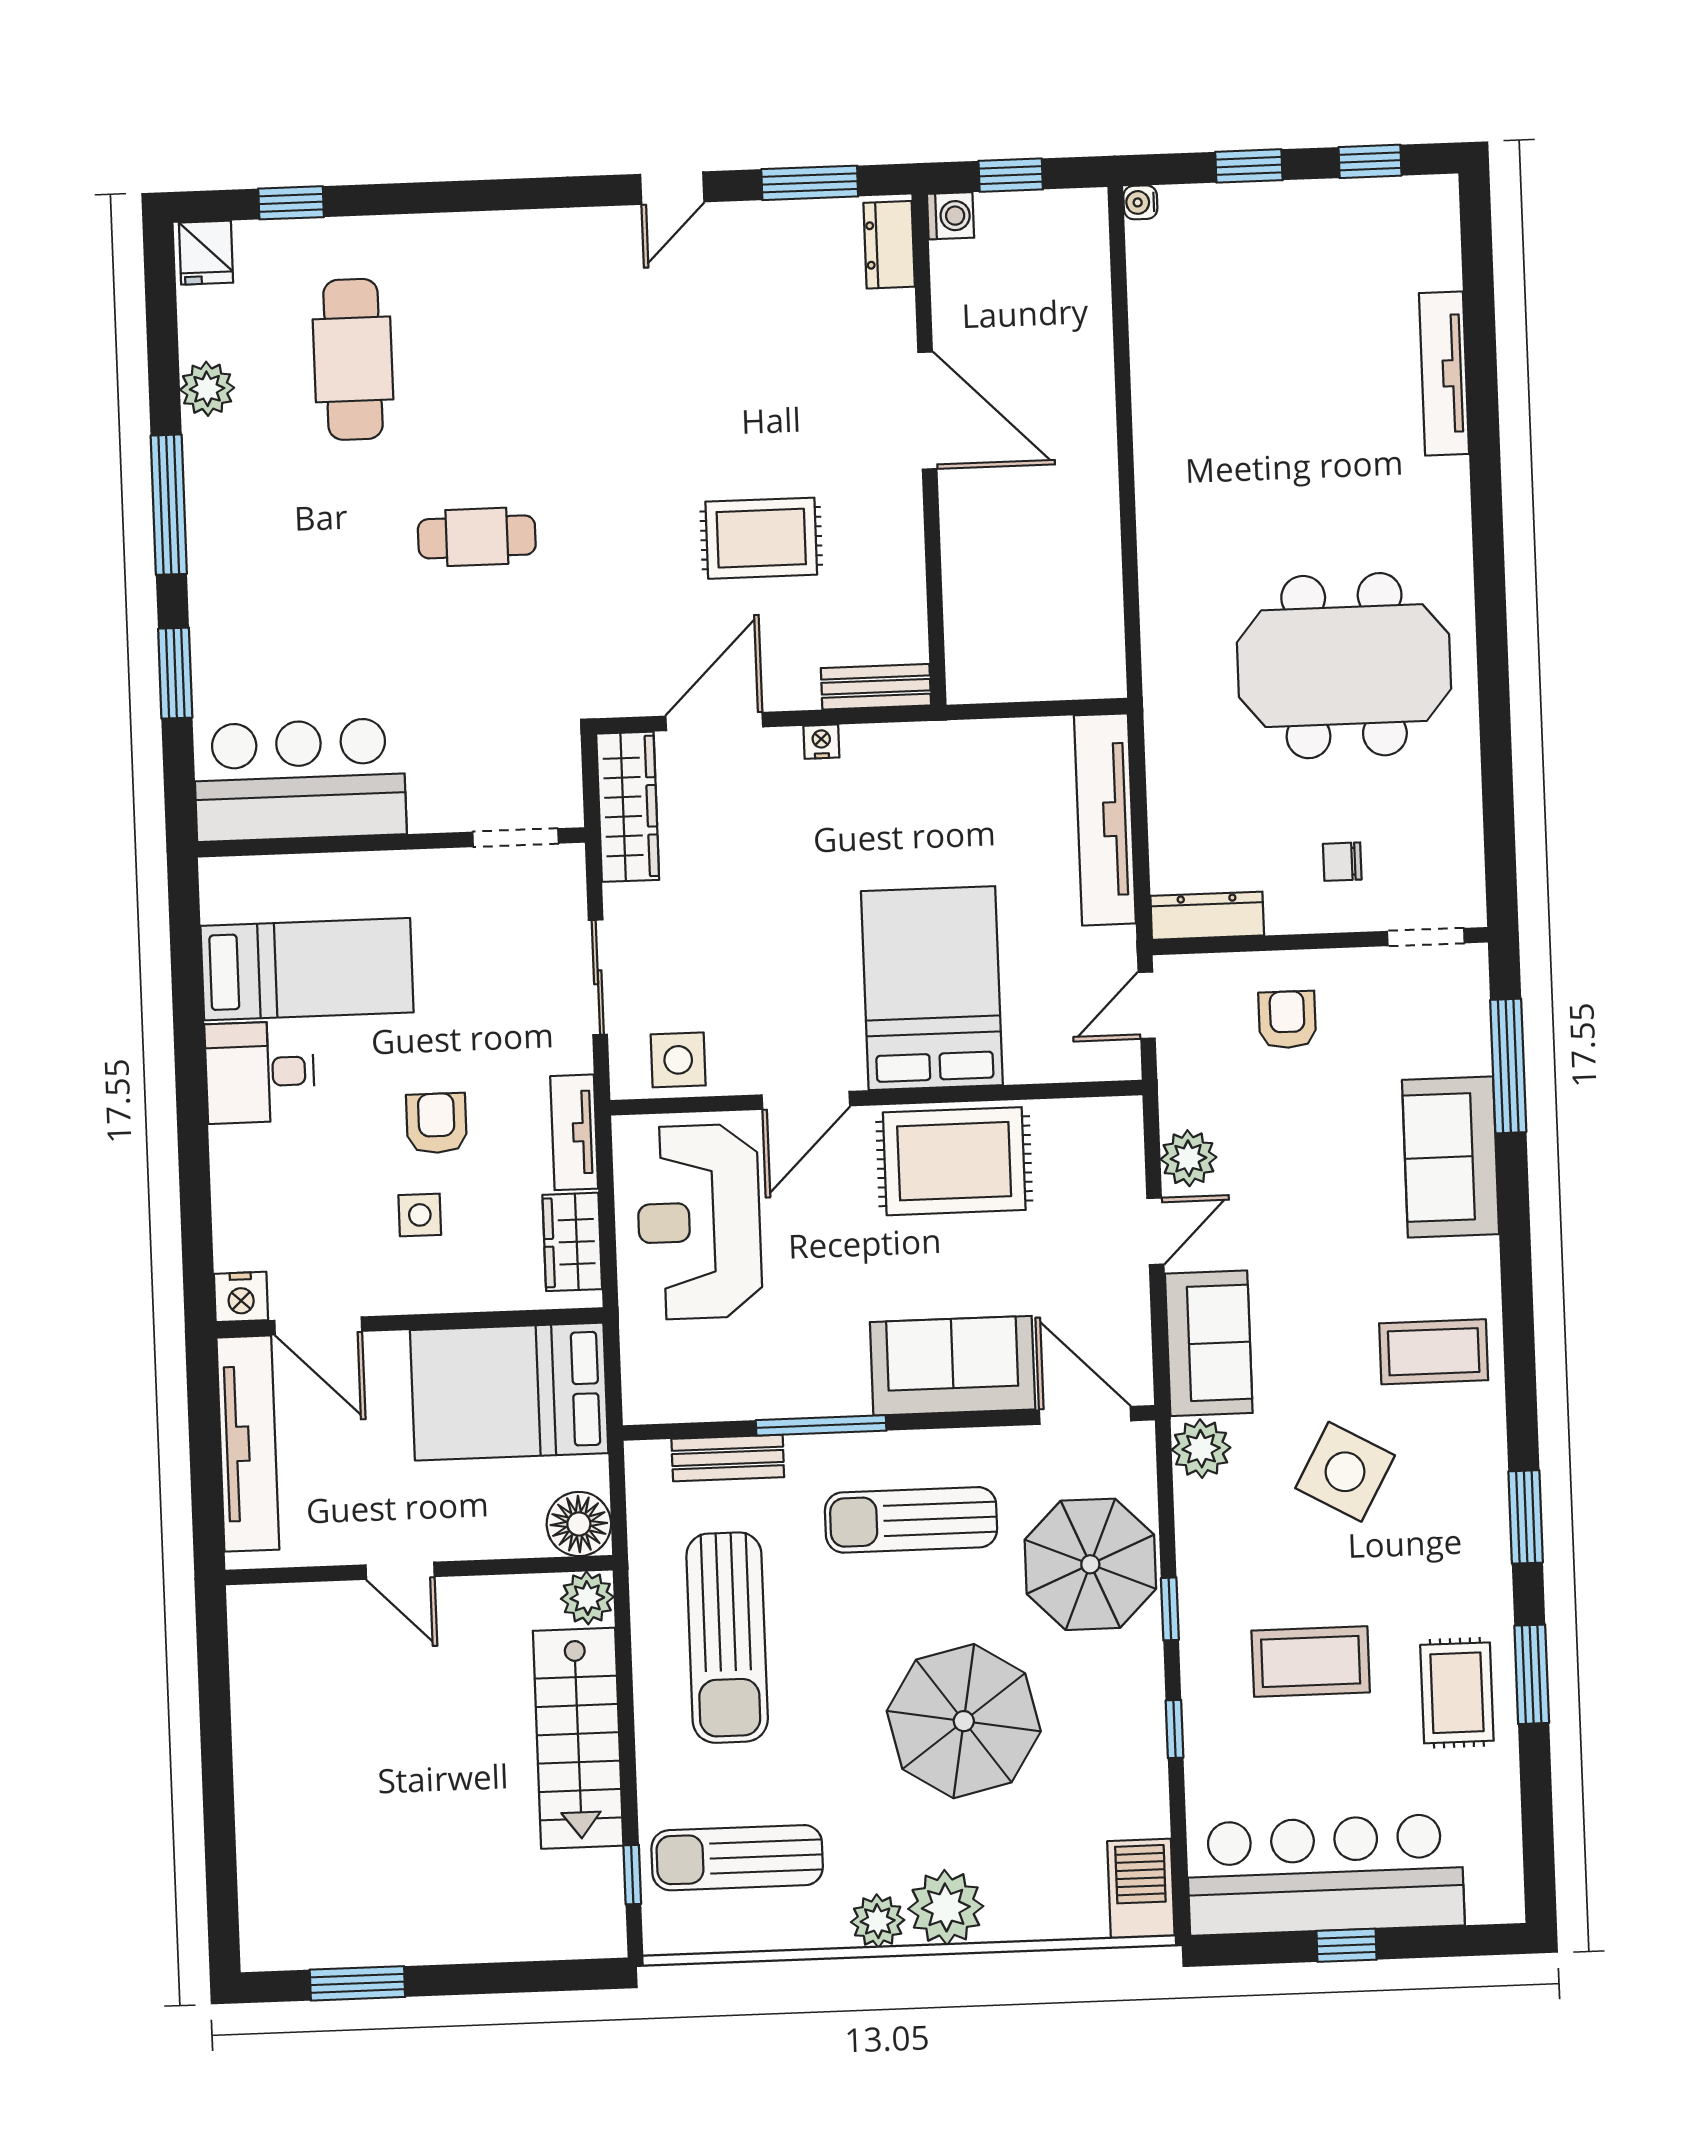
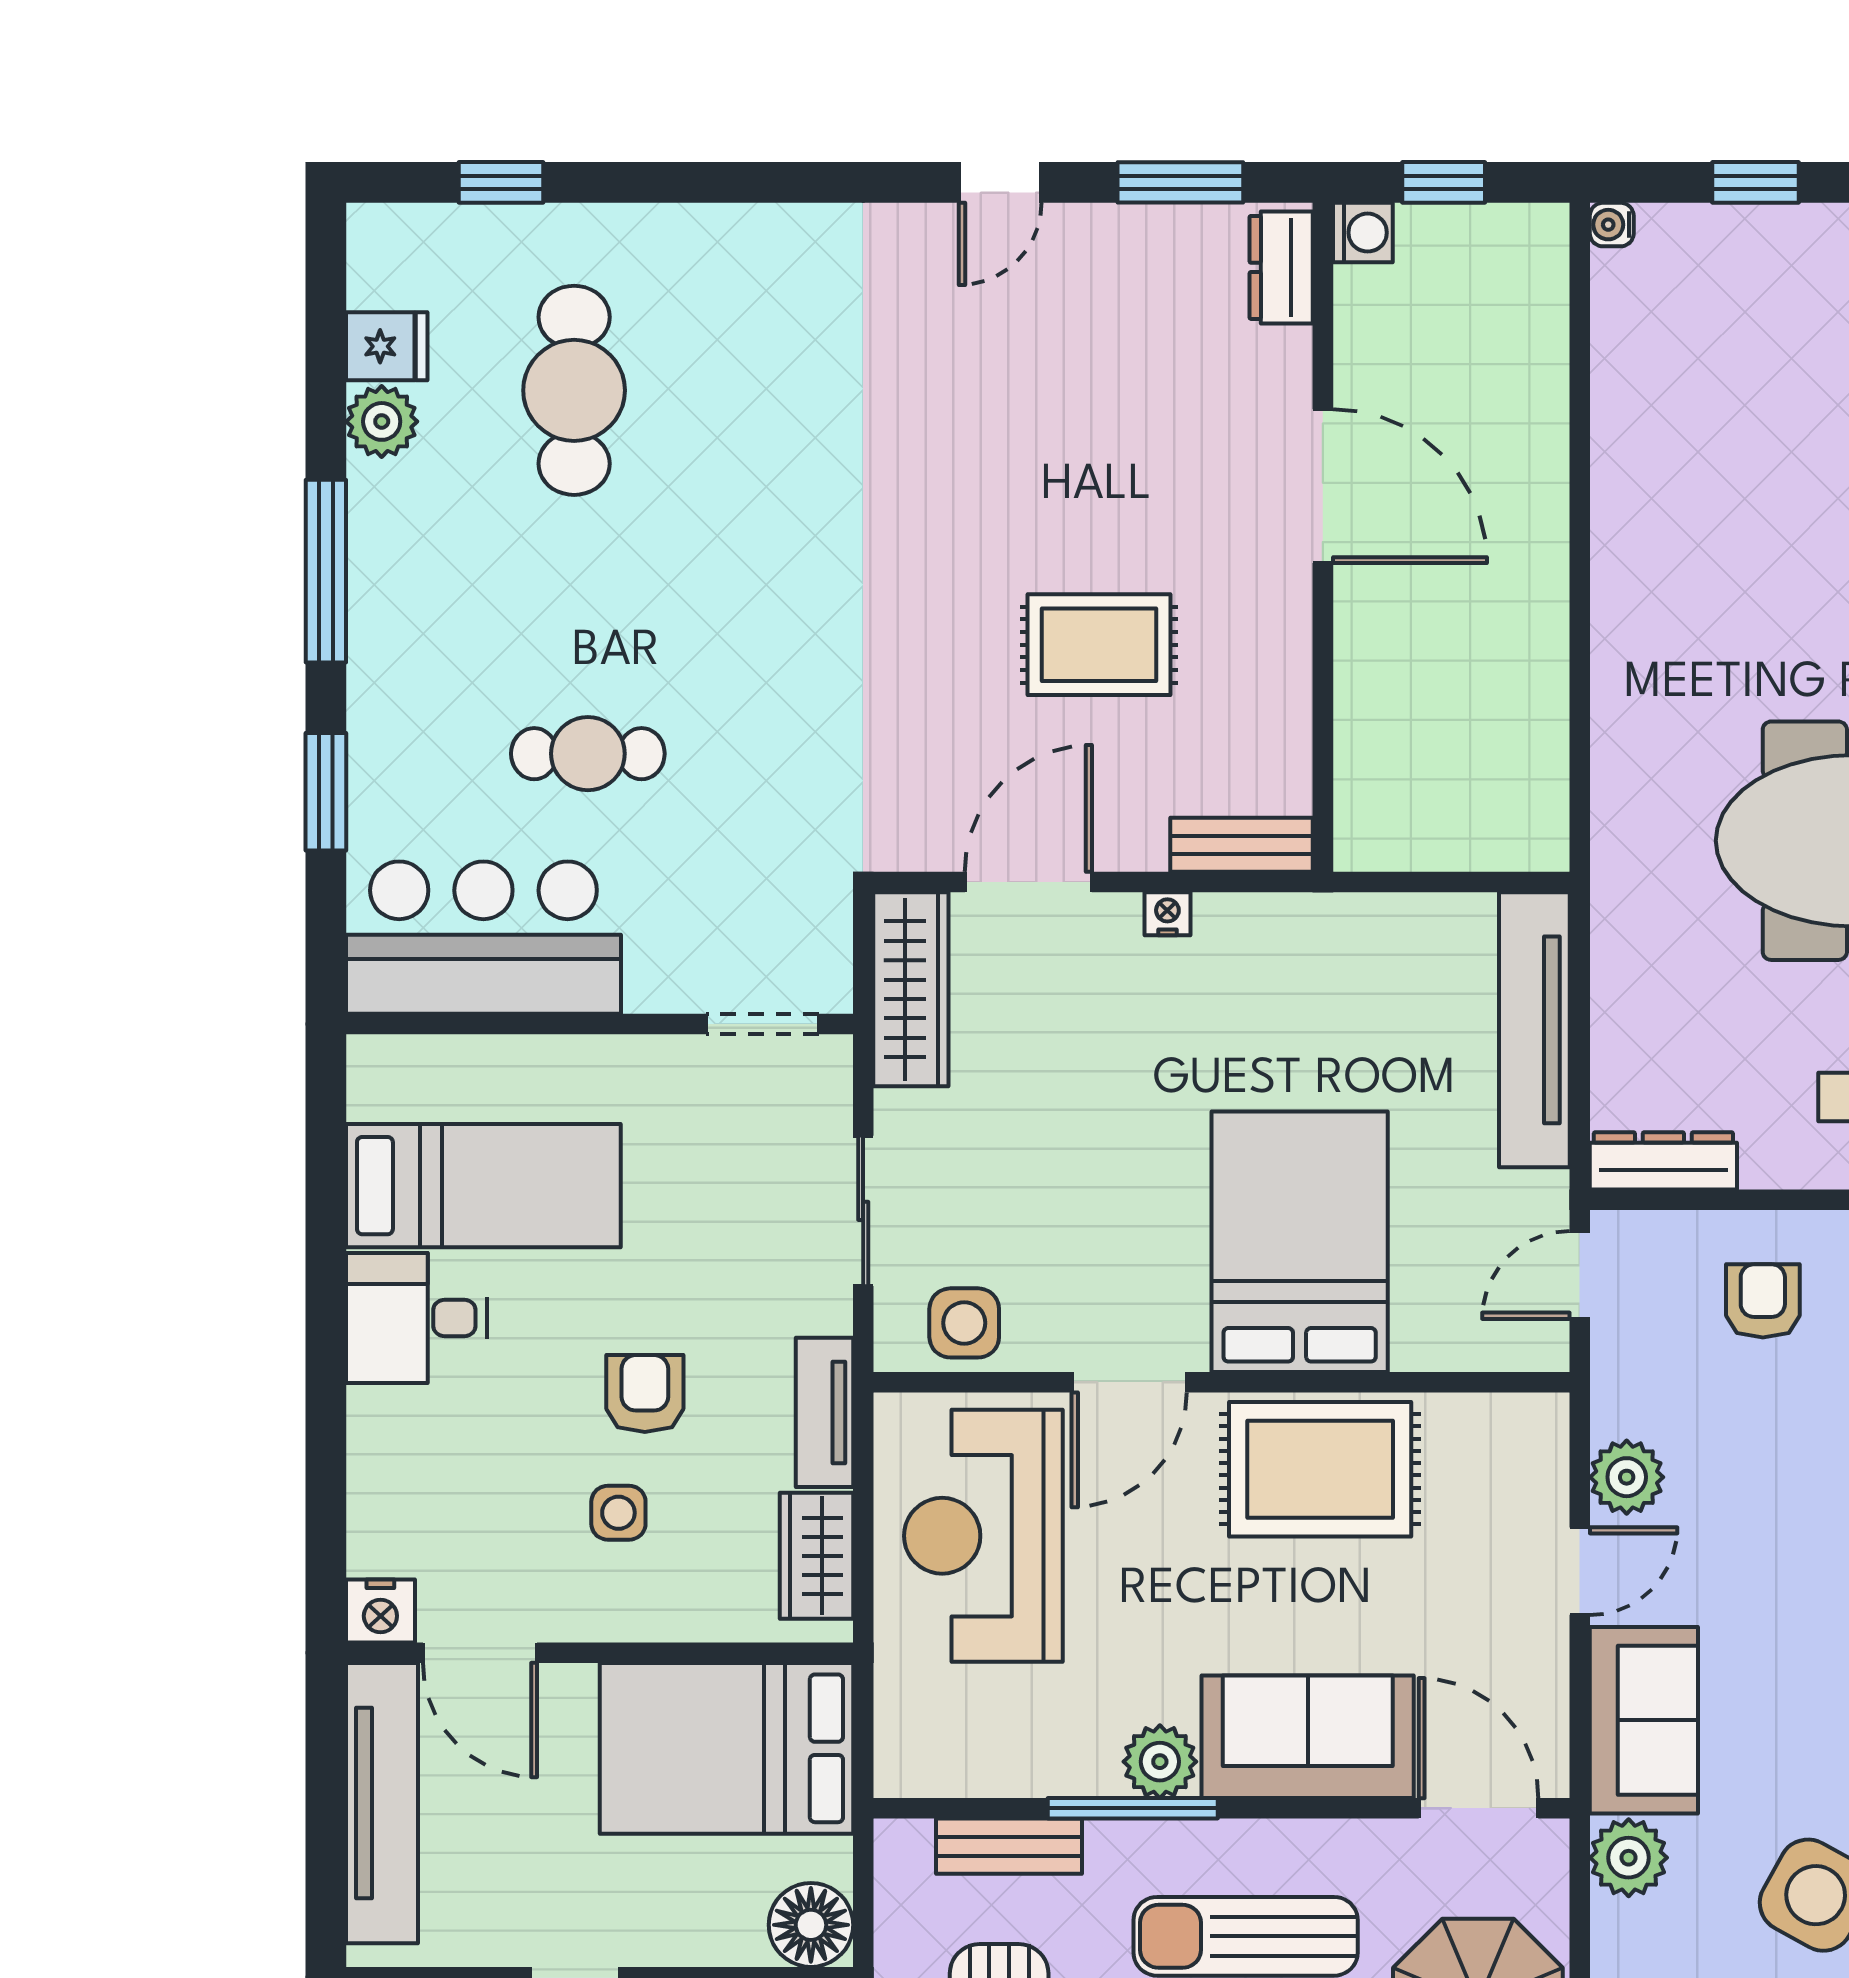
fridge: (206, 253) -> (387, 346), moved, turned -90
cafe table: (477, 537) -> (588, 754), moved
plant: (840, 1389) -> (1160, 1762), added

